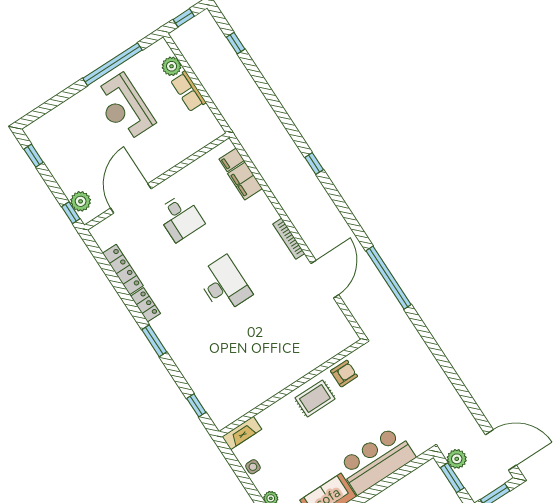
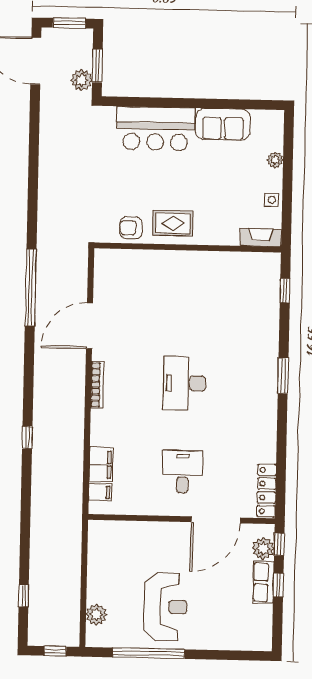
row of seats: (188, 91) -> (263, 582), moved, turned 180
window: (34, 156) -> (278, 585), moved
locker: (123, 269) -> (267, 491), moved
locker: (145, 305) -> (269, 414), removed

